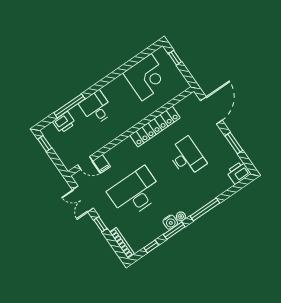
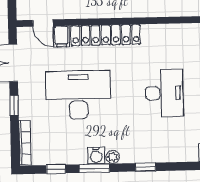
locker: (155, 127) -> (106, 35), moved
window: (205, 209) -> (146, 167), width x0.46

